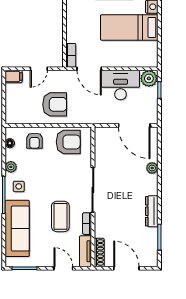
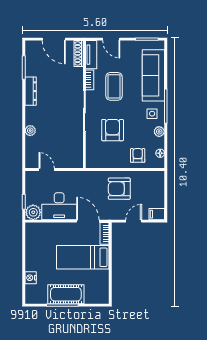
bed: (129, 27) -> (83, 257), moved, turned 180
door: (134, 125) -> (47, 169), width x0.53
armchair: (68, 142) -> (113, 130), moved, turned 90

